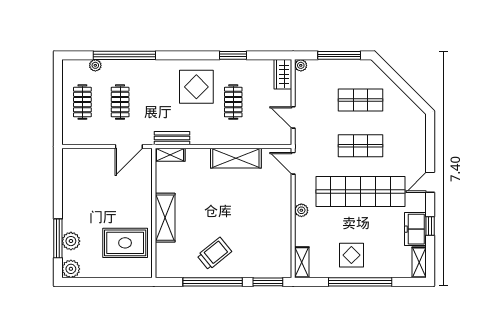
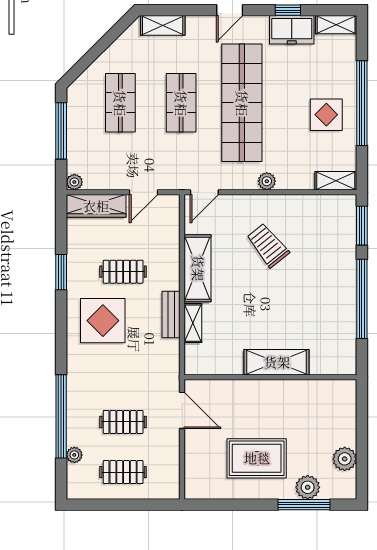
wardrobe: (283, 74) -> (96, 206), width x1.50
shelving: (419, 132) -> (163, 25), added
bench: (172, 138) -> (171, 315), moved
shelving: (170, 155) -> (193, 323), moved
door: (430, 182) -> (230, 10), hinge flipped
rug: (125, 243) -> (257, 458), moved, turned 90
trolley: (214, 254) -> (268, 245), moved
plant: (71, 269) -> (345, 459), moved

